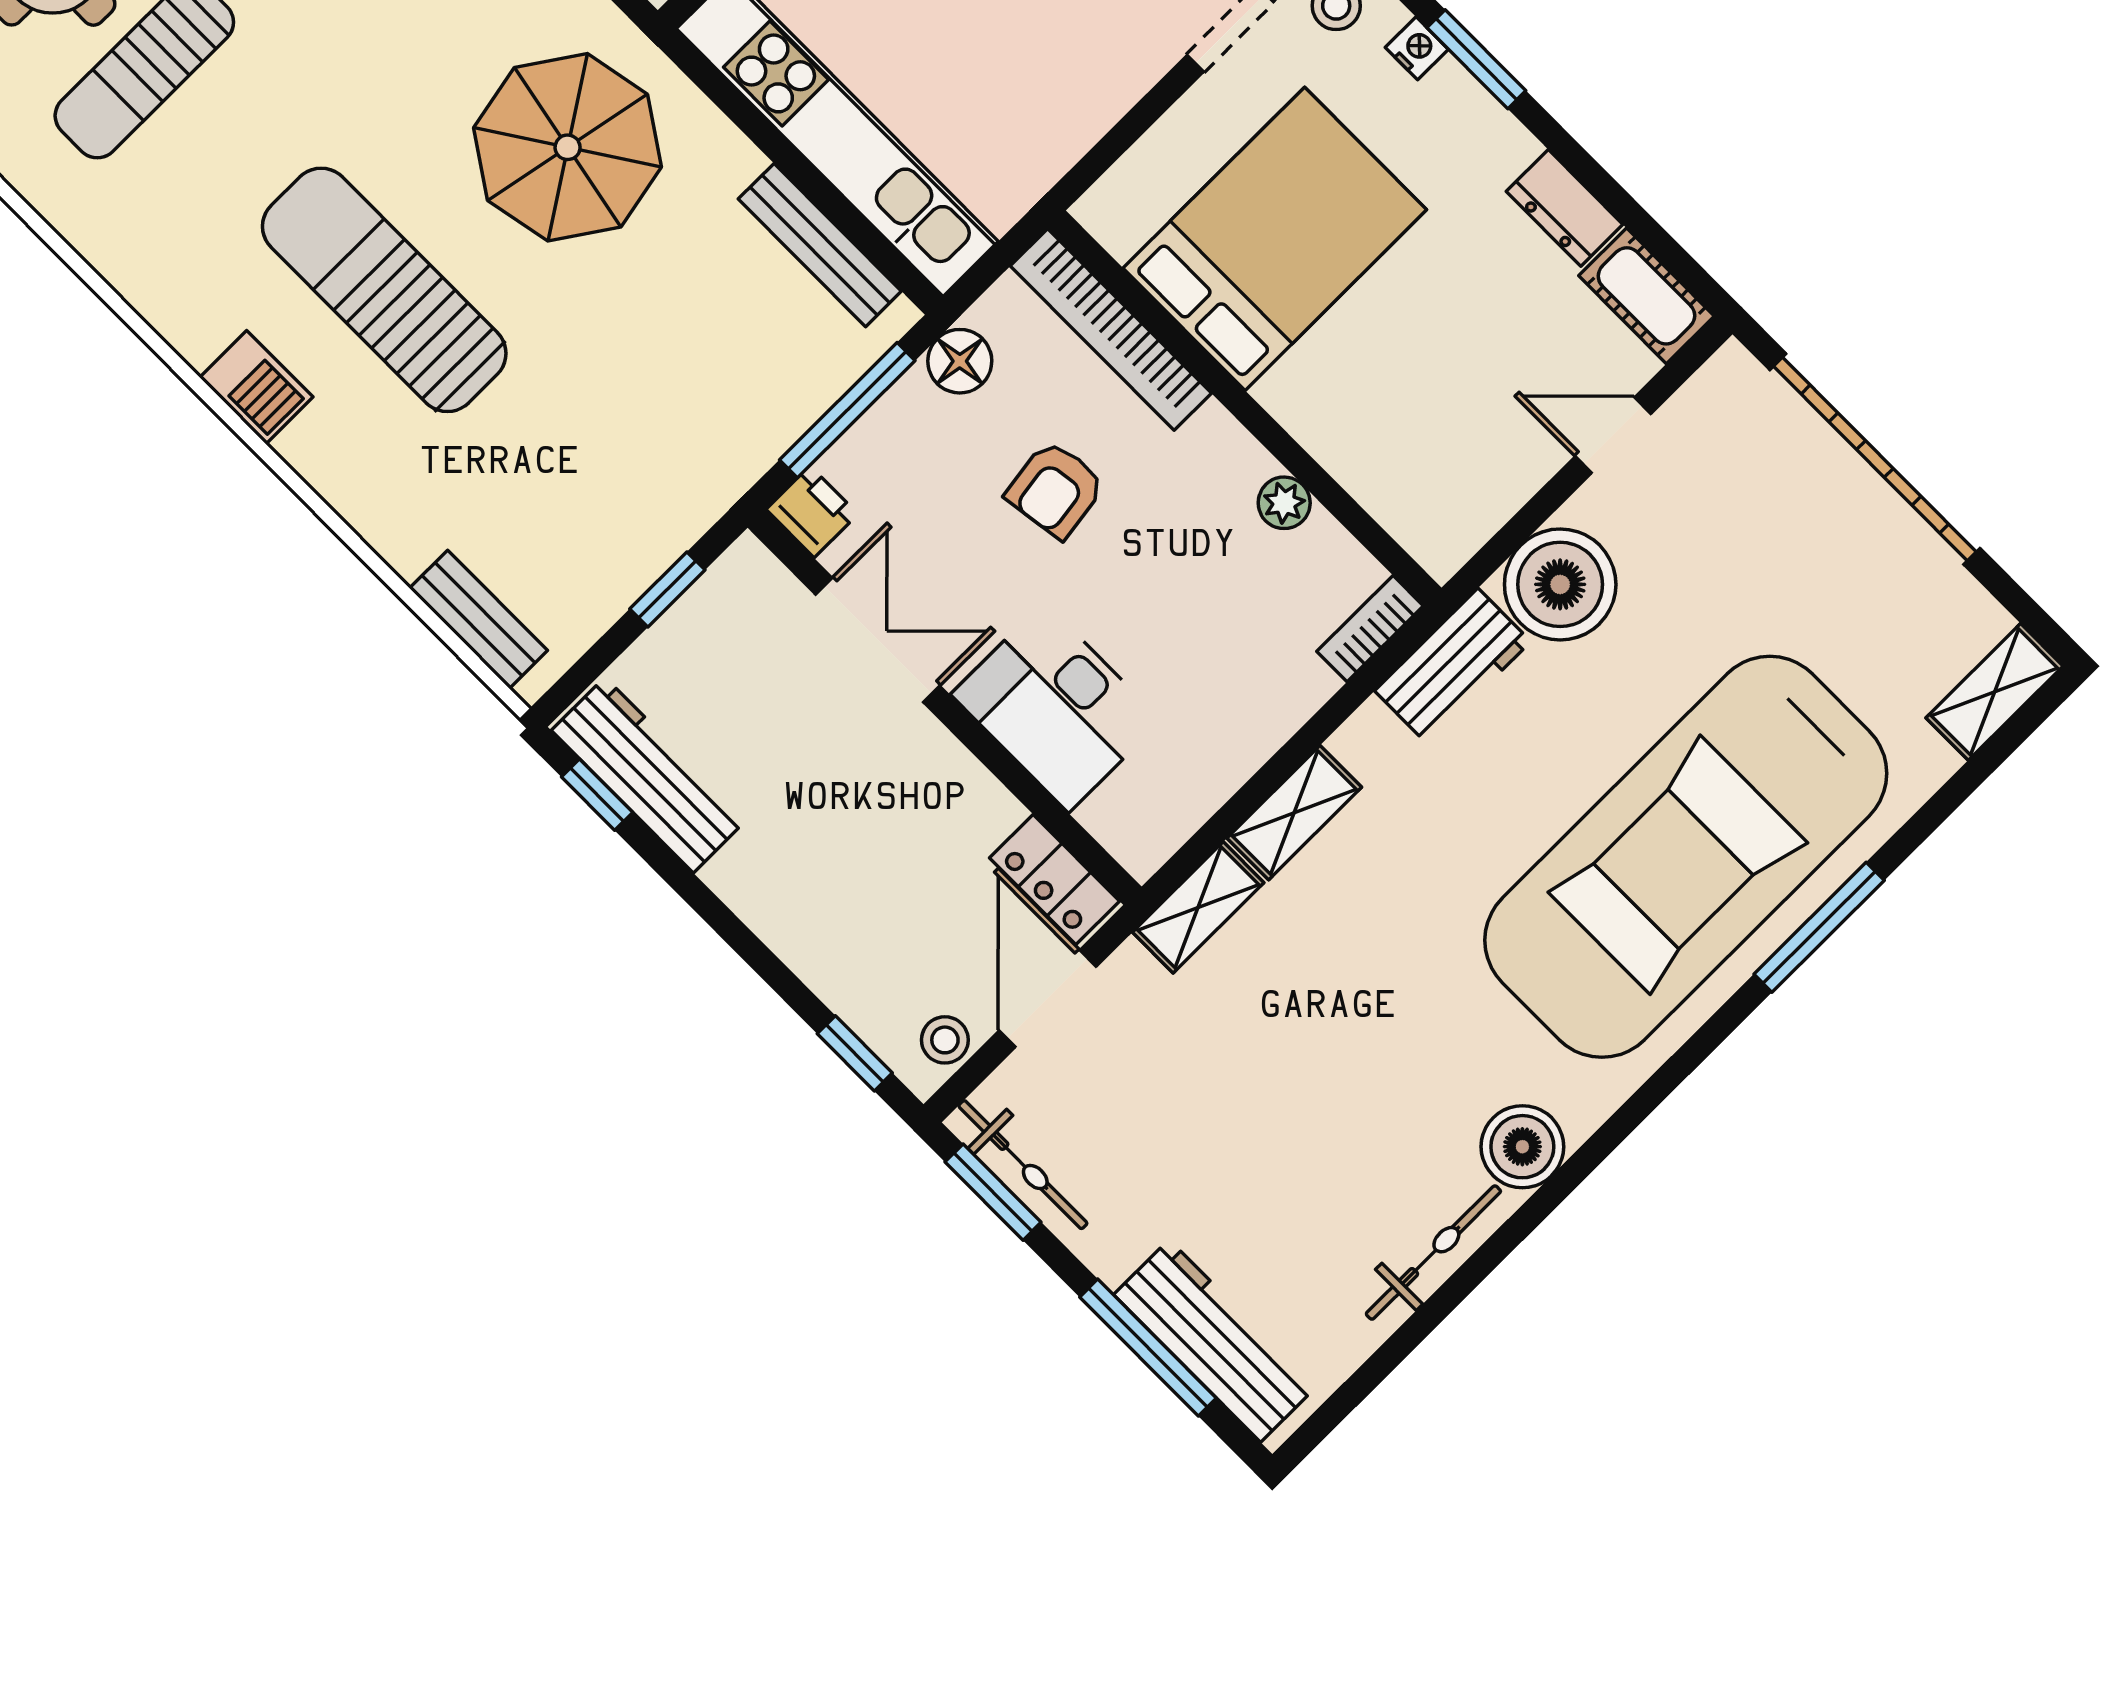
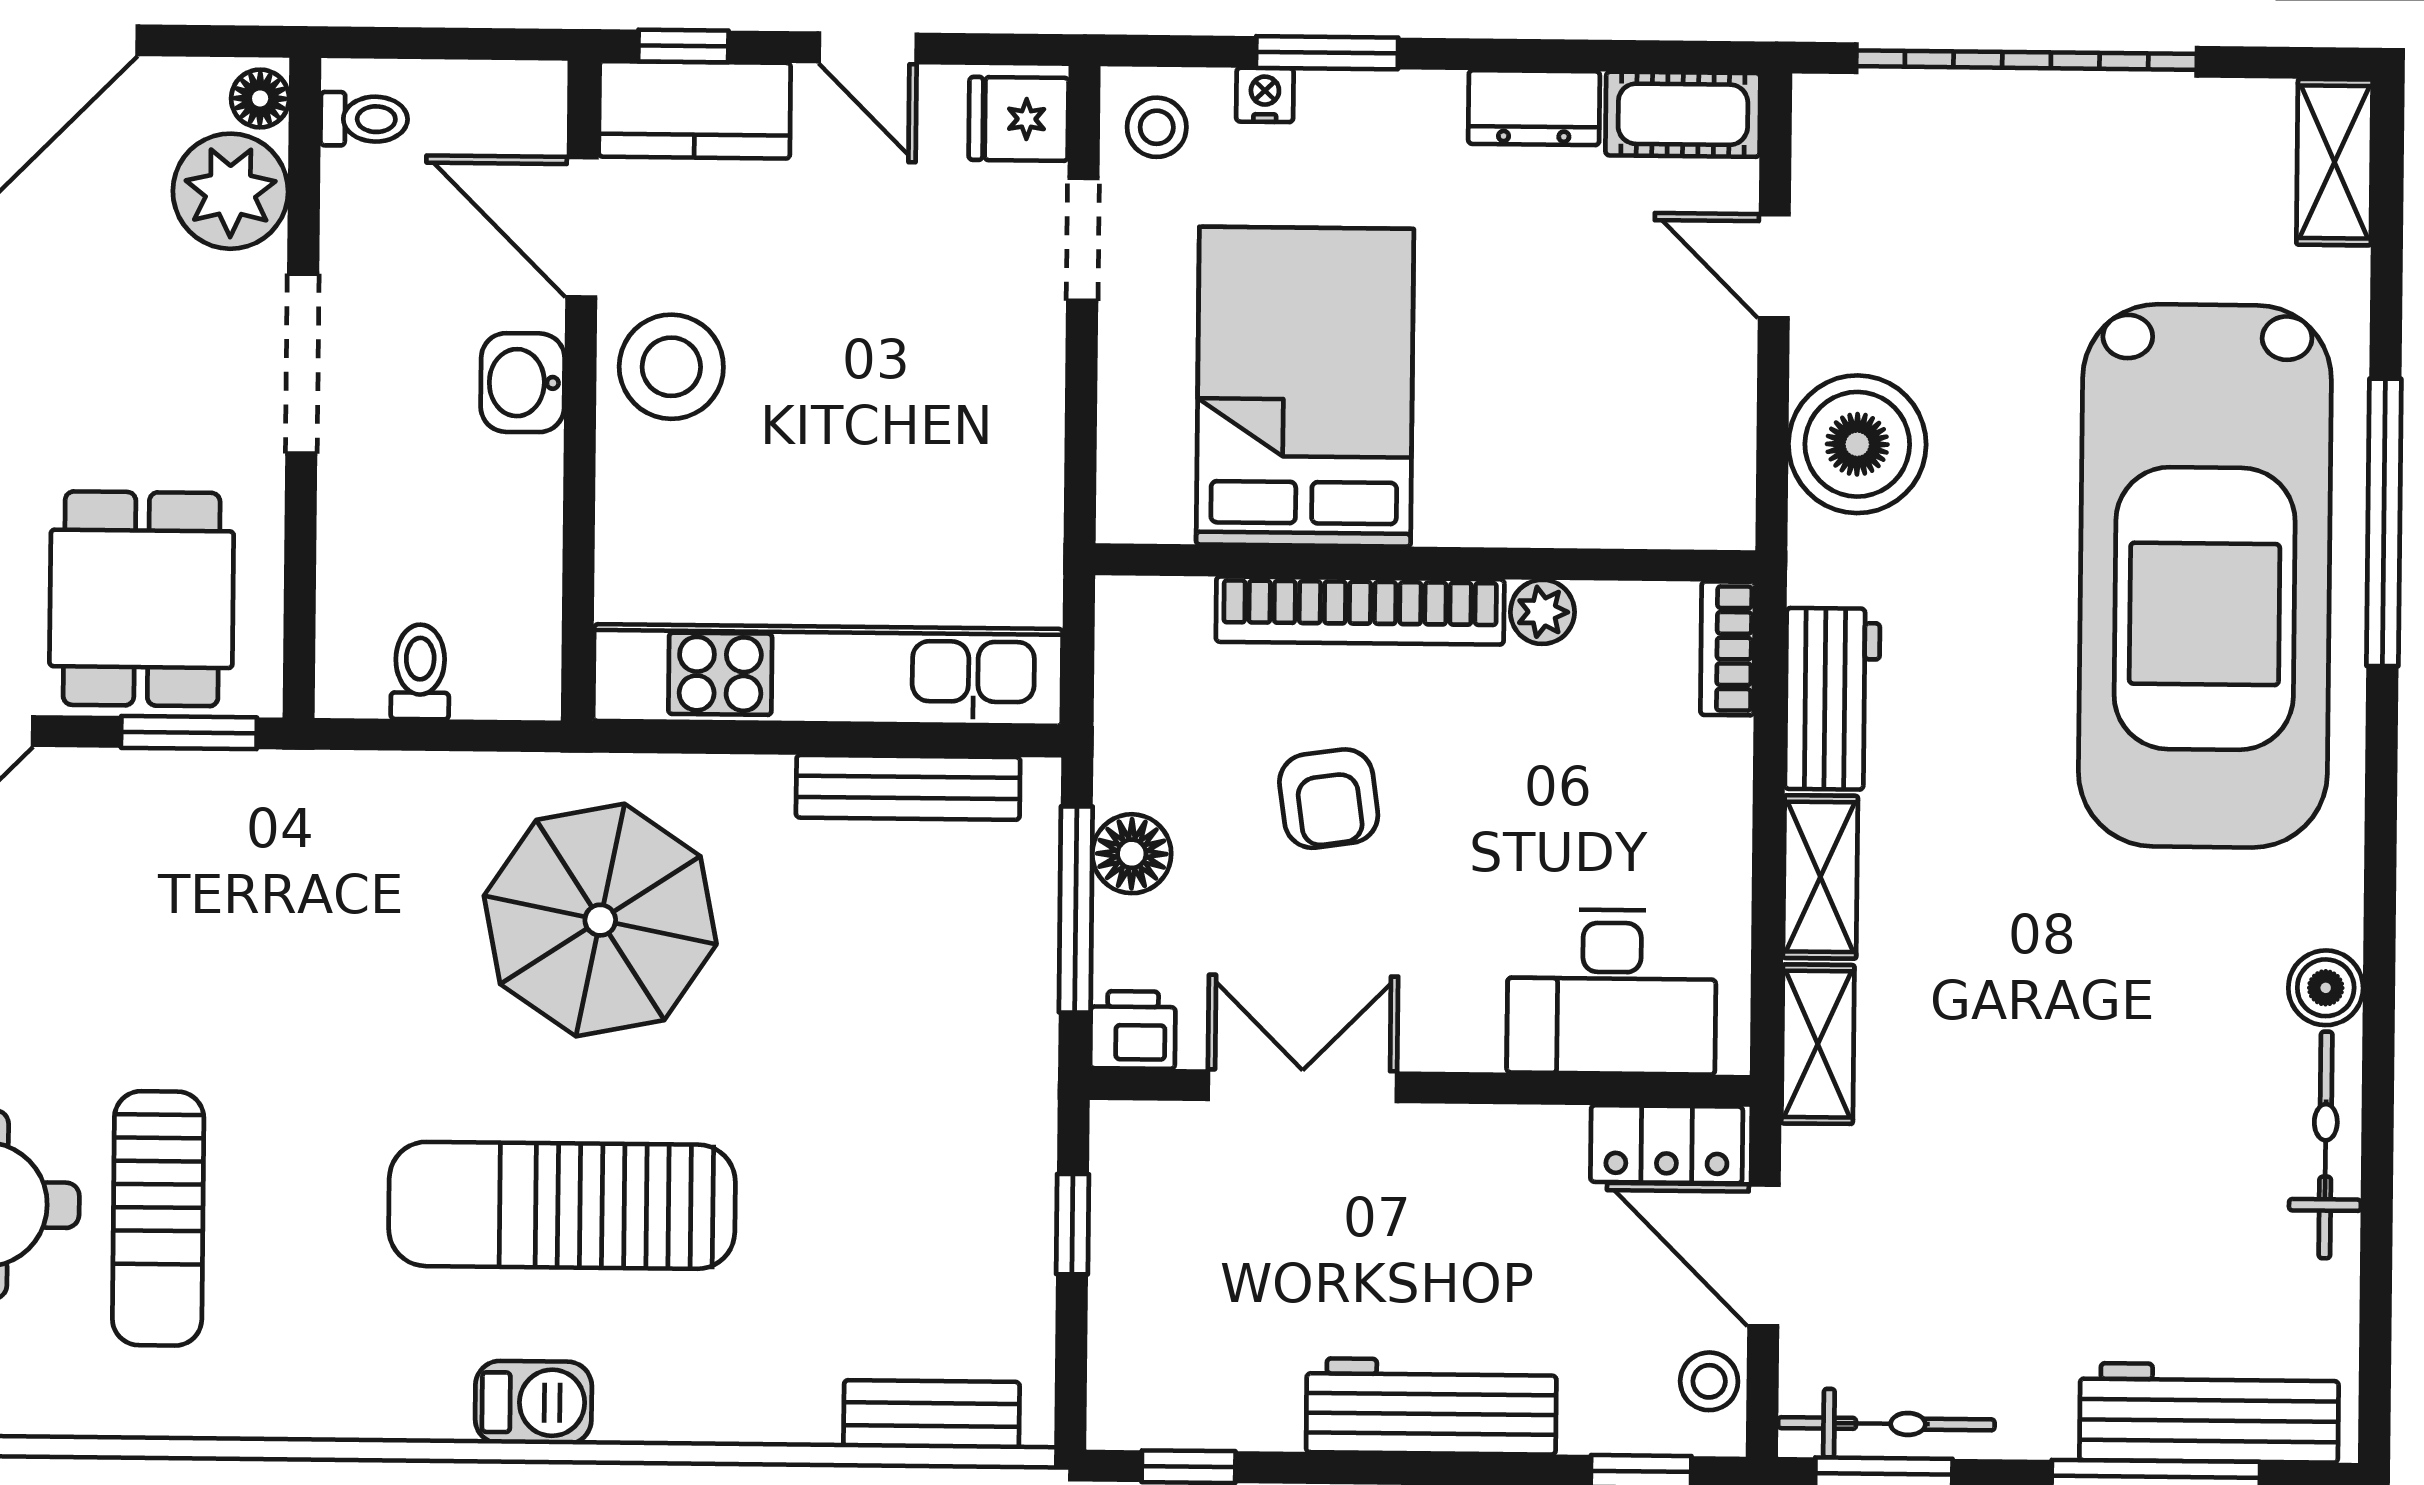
bookcase: (1111, 330) -> (1360, 611), moved
floor lamp: (960, 361) -> (1132, 854), moved
door: (1613, 435) -> (1774, 266), hinge flipped
workbench: (1453, 666) -> (1832, 699), moved
desk: (1056, 707) -> (1612, 992), moved
workbench: (649, 775) -> (1431, 1406), moved
window: (1819, 927) -> (2384, 522), width x1.46
boiler: (1522, 1147) -> (2326, 988), width x0.73, depth x0.73

